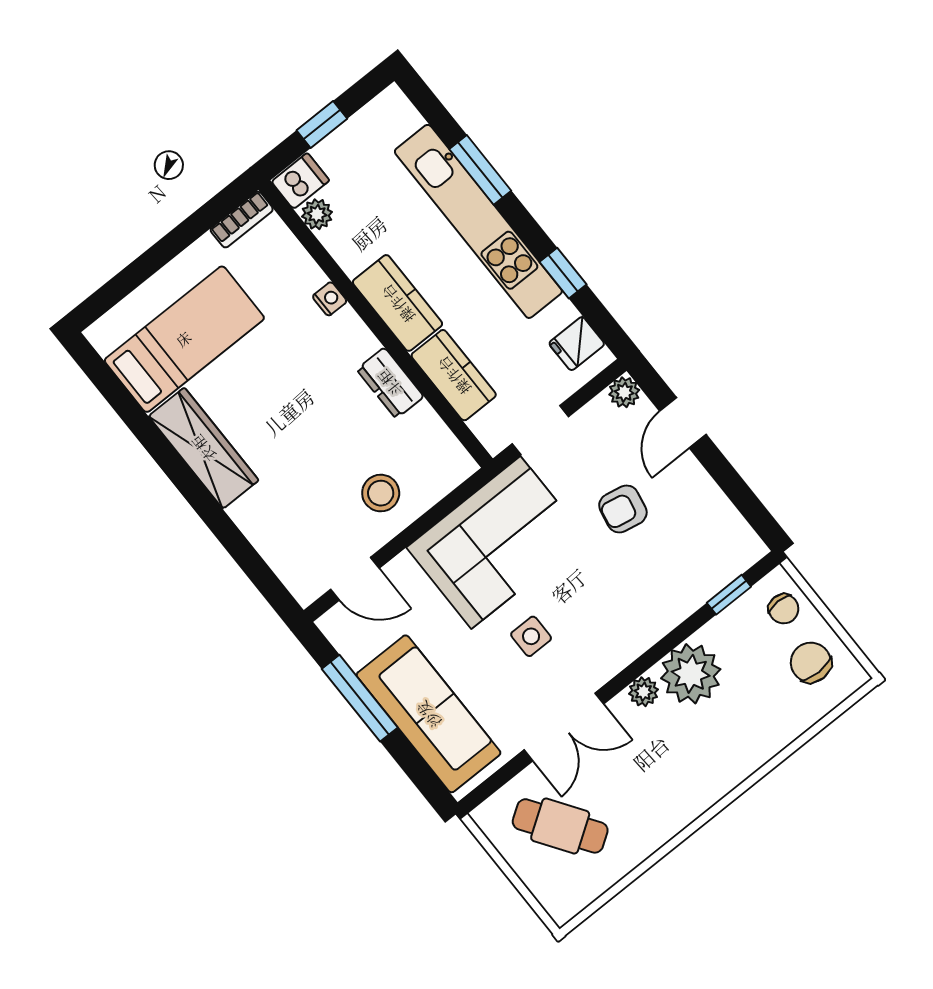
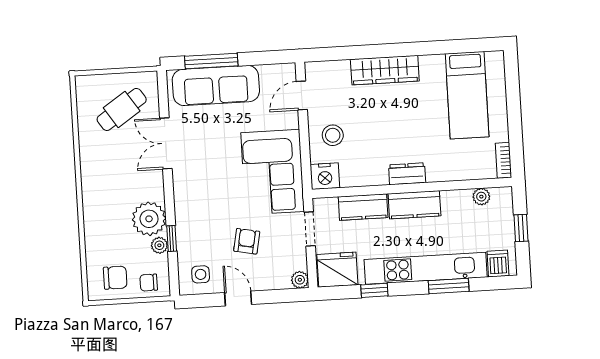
dishwasher: (300, 181) -> (498, 264), moved, turned 180
nightstand: (330, 299) -> (325, 176), moved, width x1.89, depth x1.79
fridge: (577, 344) -> (337, 270), width x1.88, depth x1.34
dresser: (390, 383) -> (407, 174), moved
door: (683, 423) -> (238, 298), moved
wardrobe: (204, 448) -> (385, 70), moved
window: (729, 595) -> (172, 239), moved
side table: (531, 636) -> (201, 274), moved
plant: (644, 692) -> (159, 245), moved
window: (360, 698) -> (211, 61), moved

